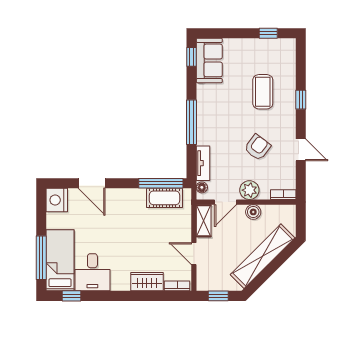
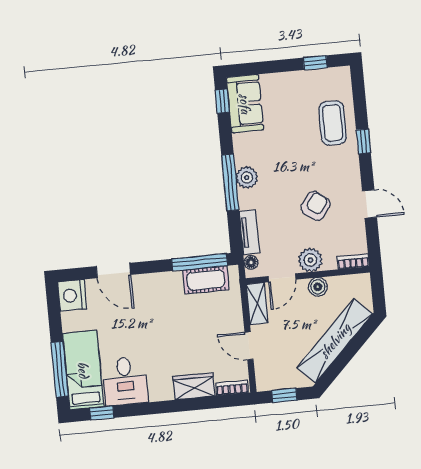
coffee table: (263, 92) -> (333, 123), moved
plant: (205, 119) -> (247, 177), added

